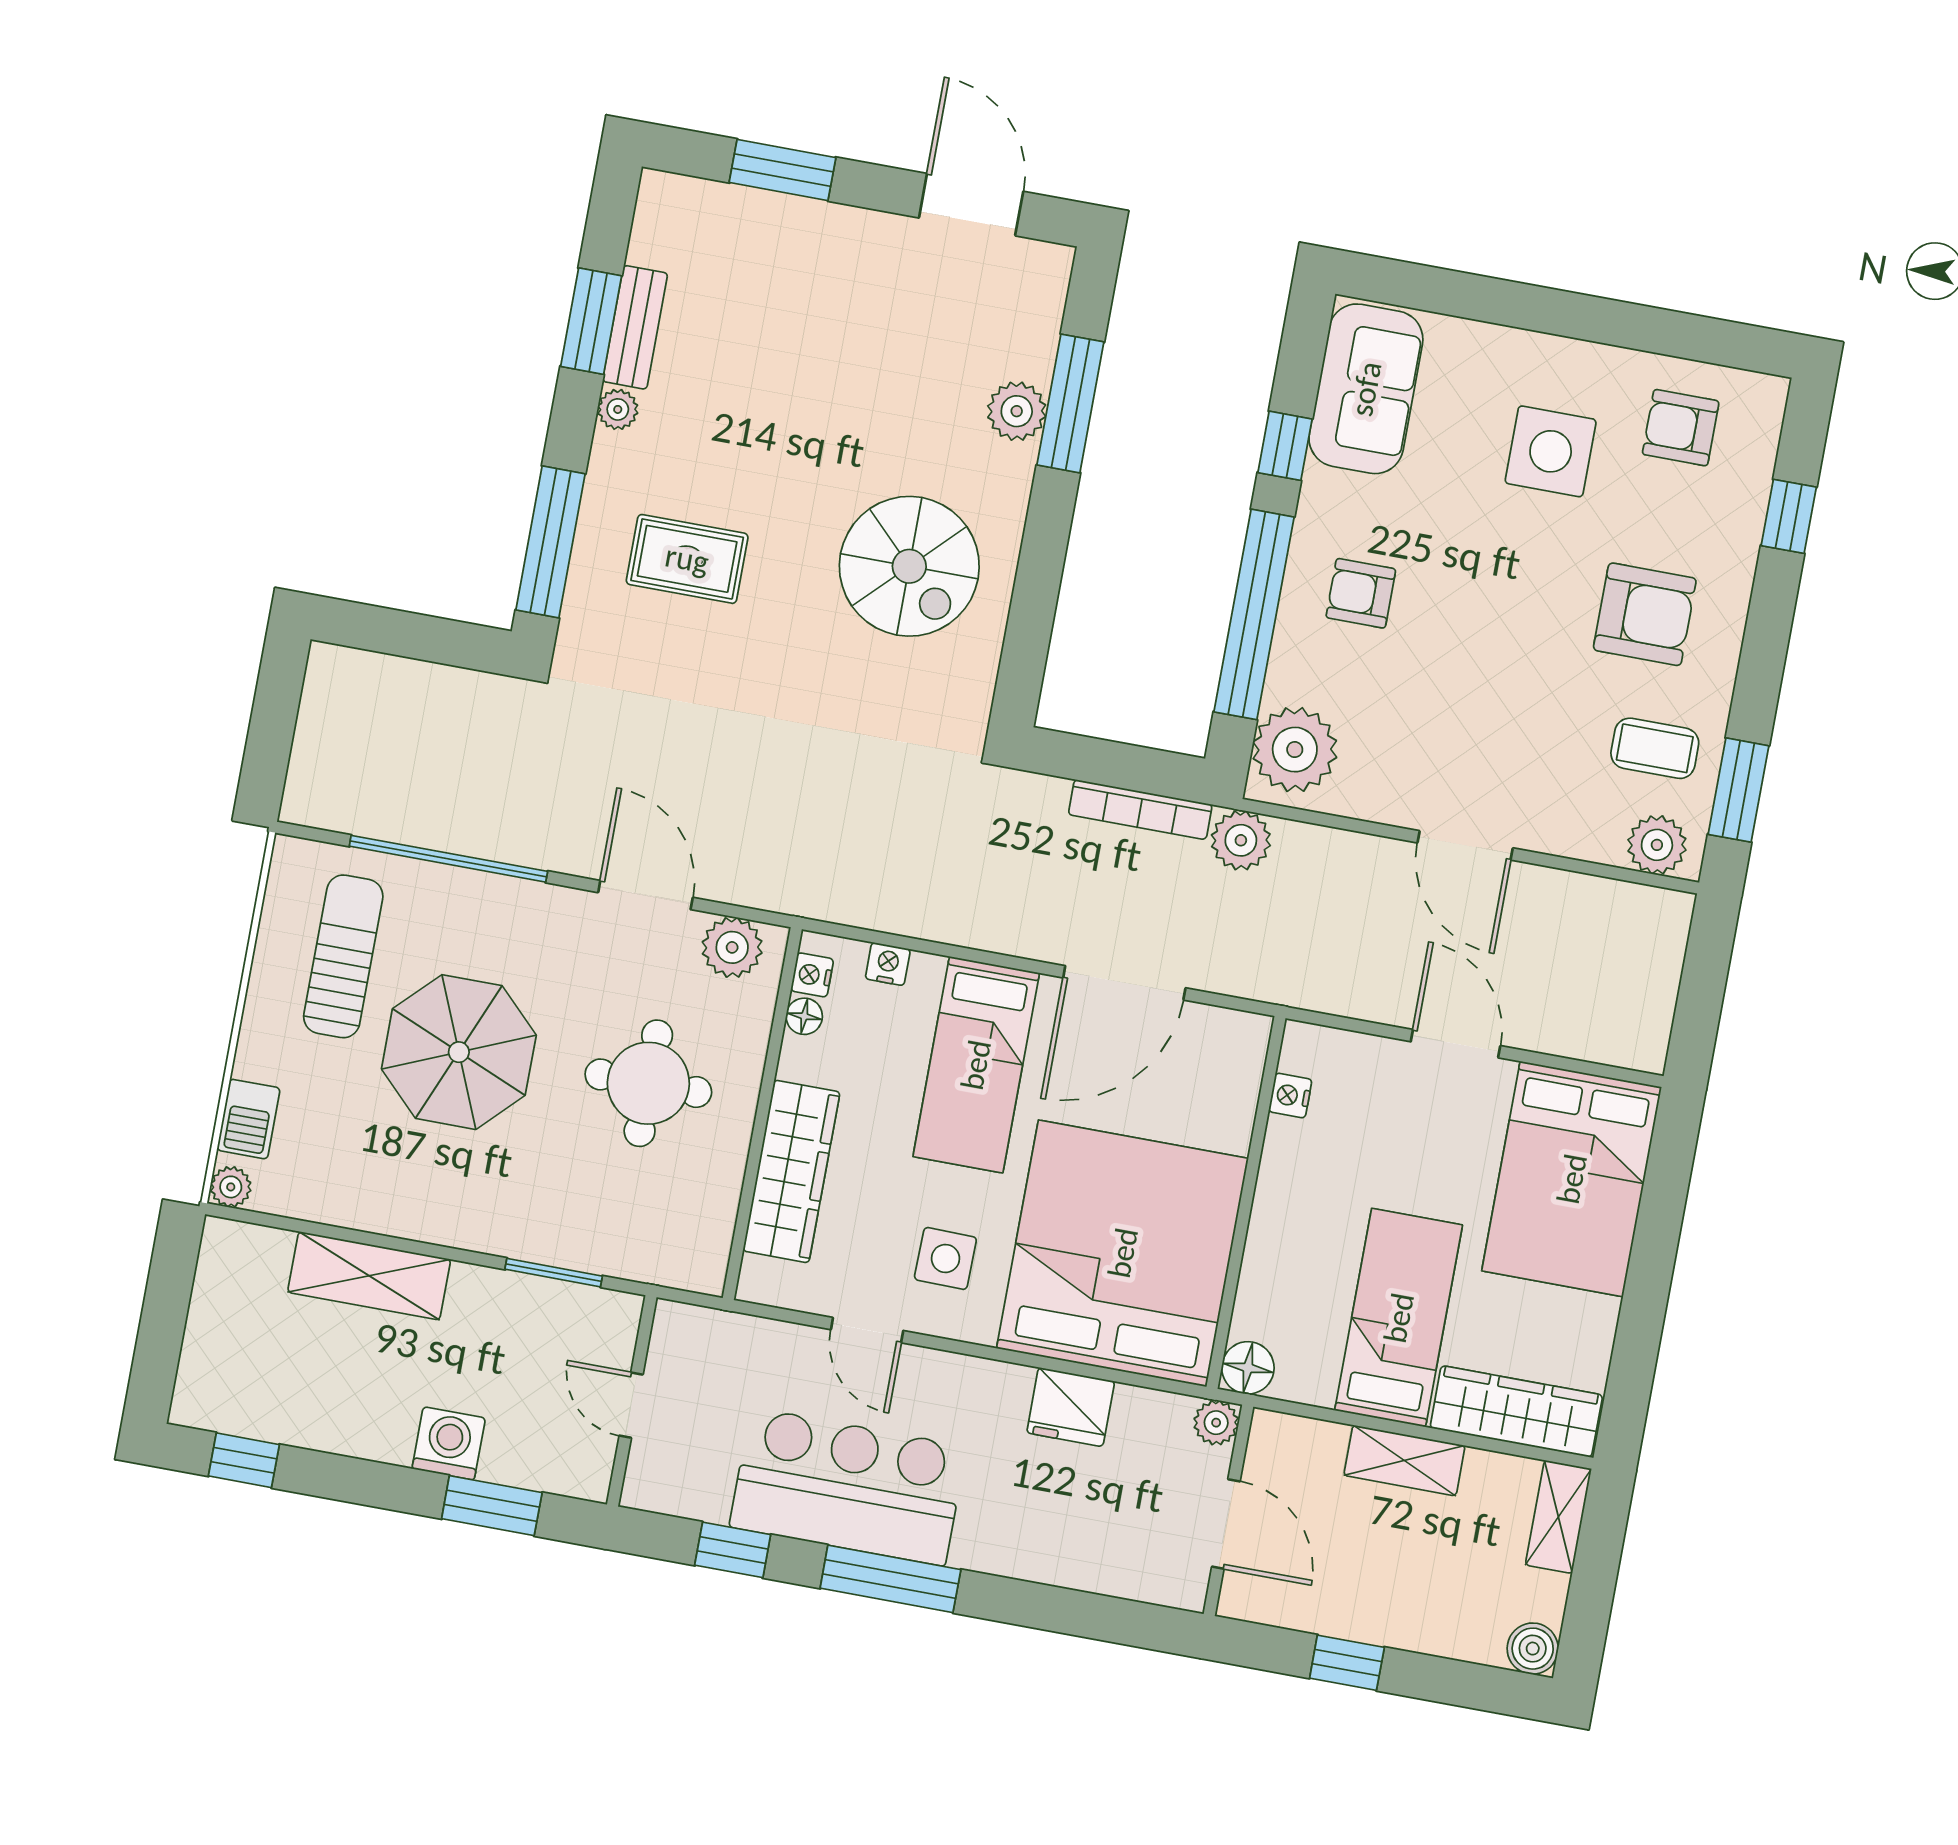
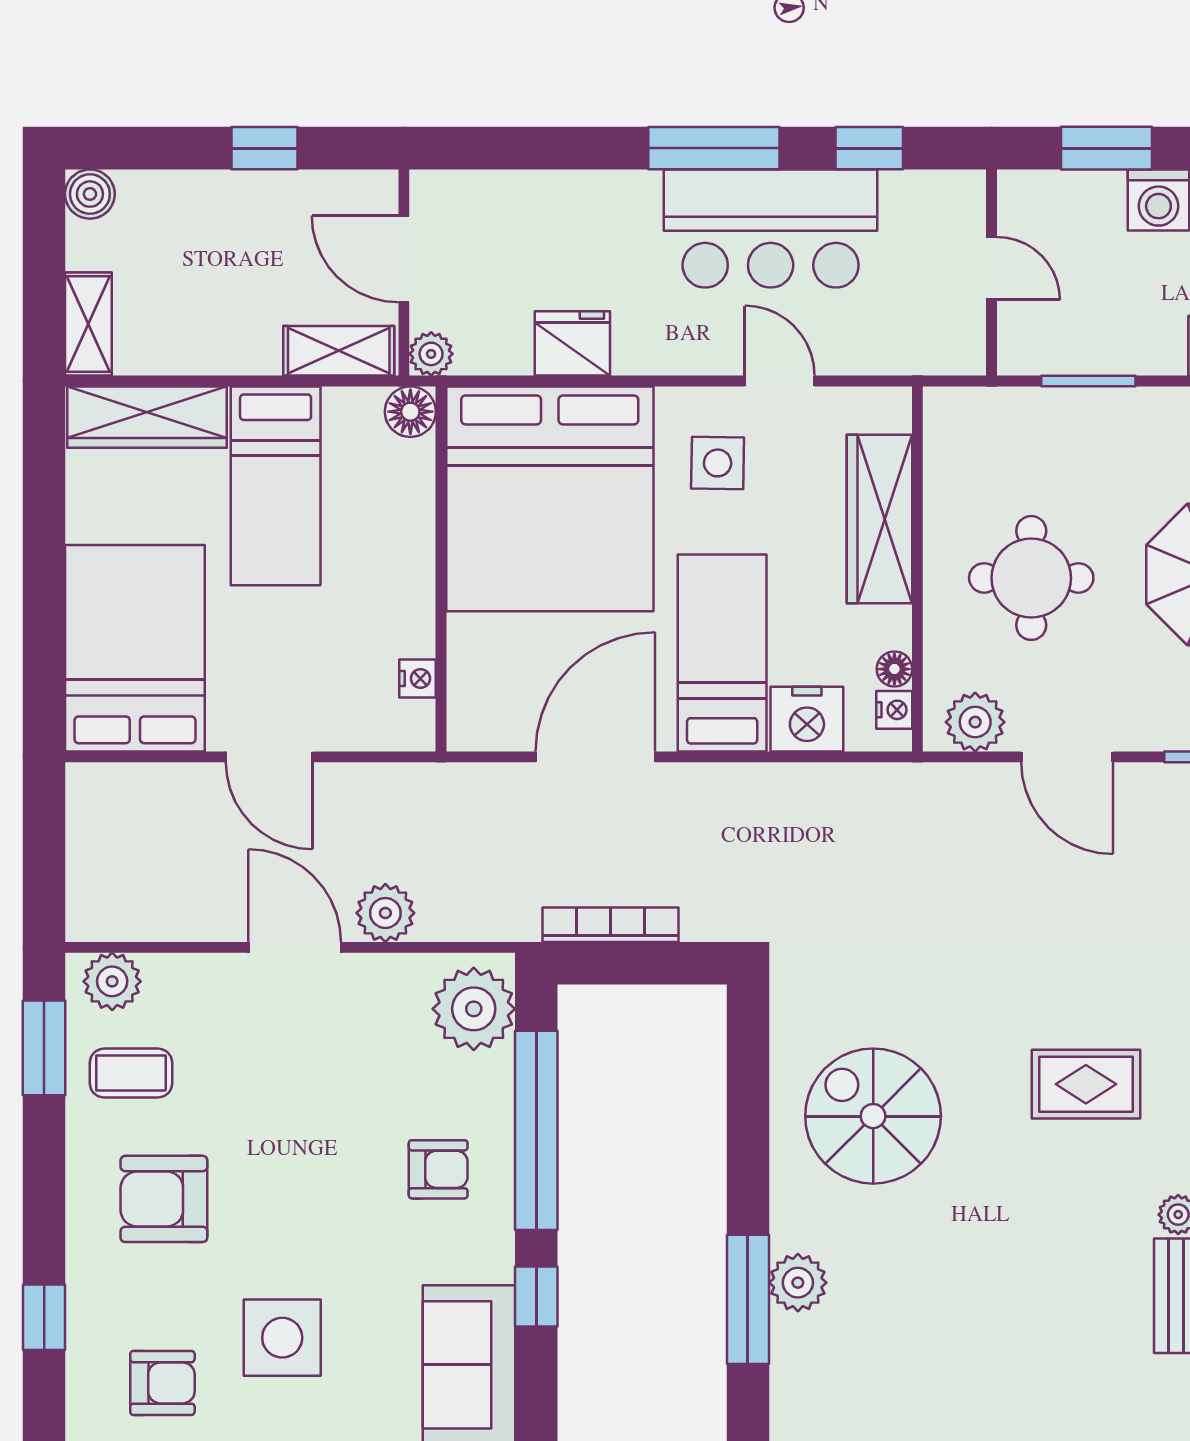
plant: (1241, 840) -> (385, 913), moved
nightstand: (888, 964) -> (807, 719), width x1.89, depth x1.79
shelving: (1404, 1460) -> (339, 351), moved

